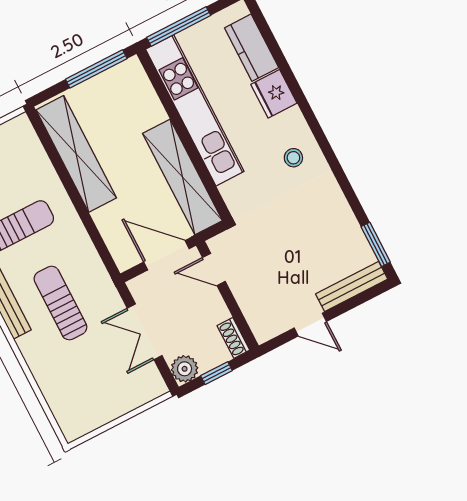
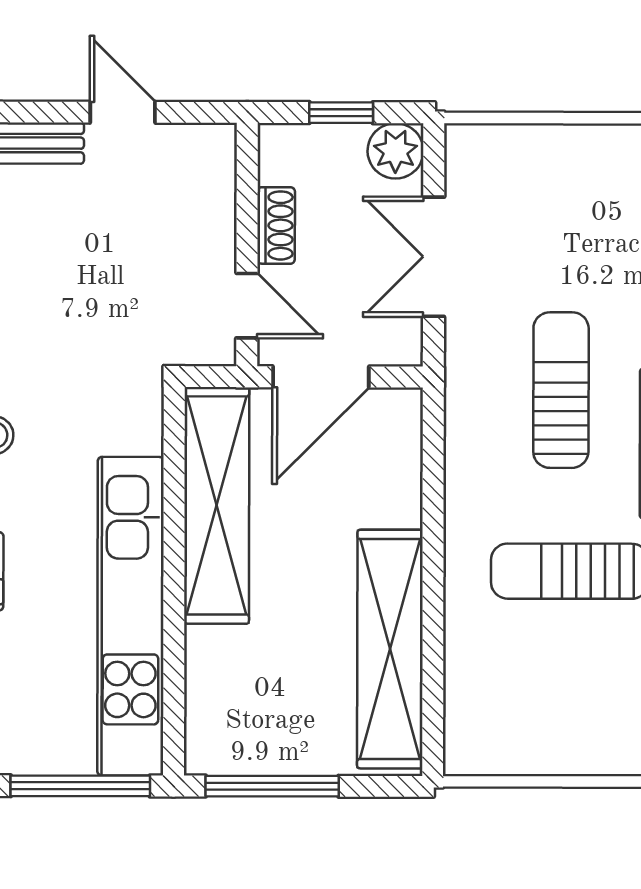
door: (166, 255) -> (321, 377), hinge flipped
sun lounger: (60, 303) -> (561, 390), turned 180
double door: (145, 332) -> (434, 257), swing flipped
shoe rack: (233, 338) -> (276, 225), moved

